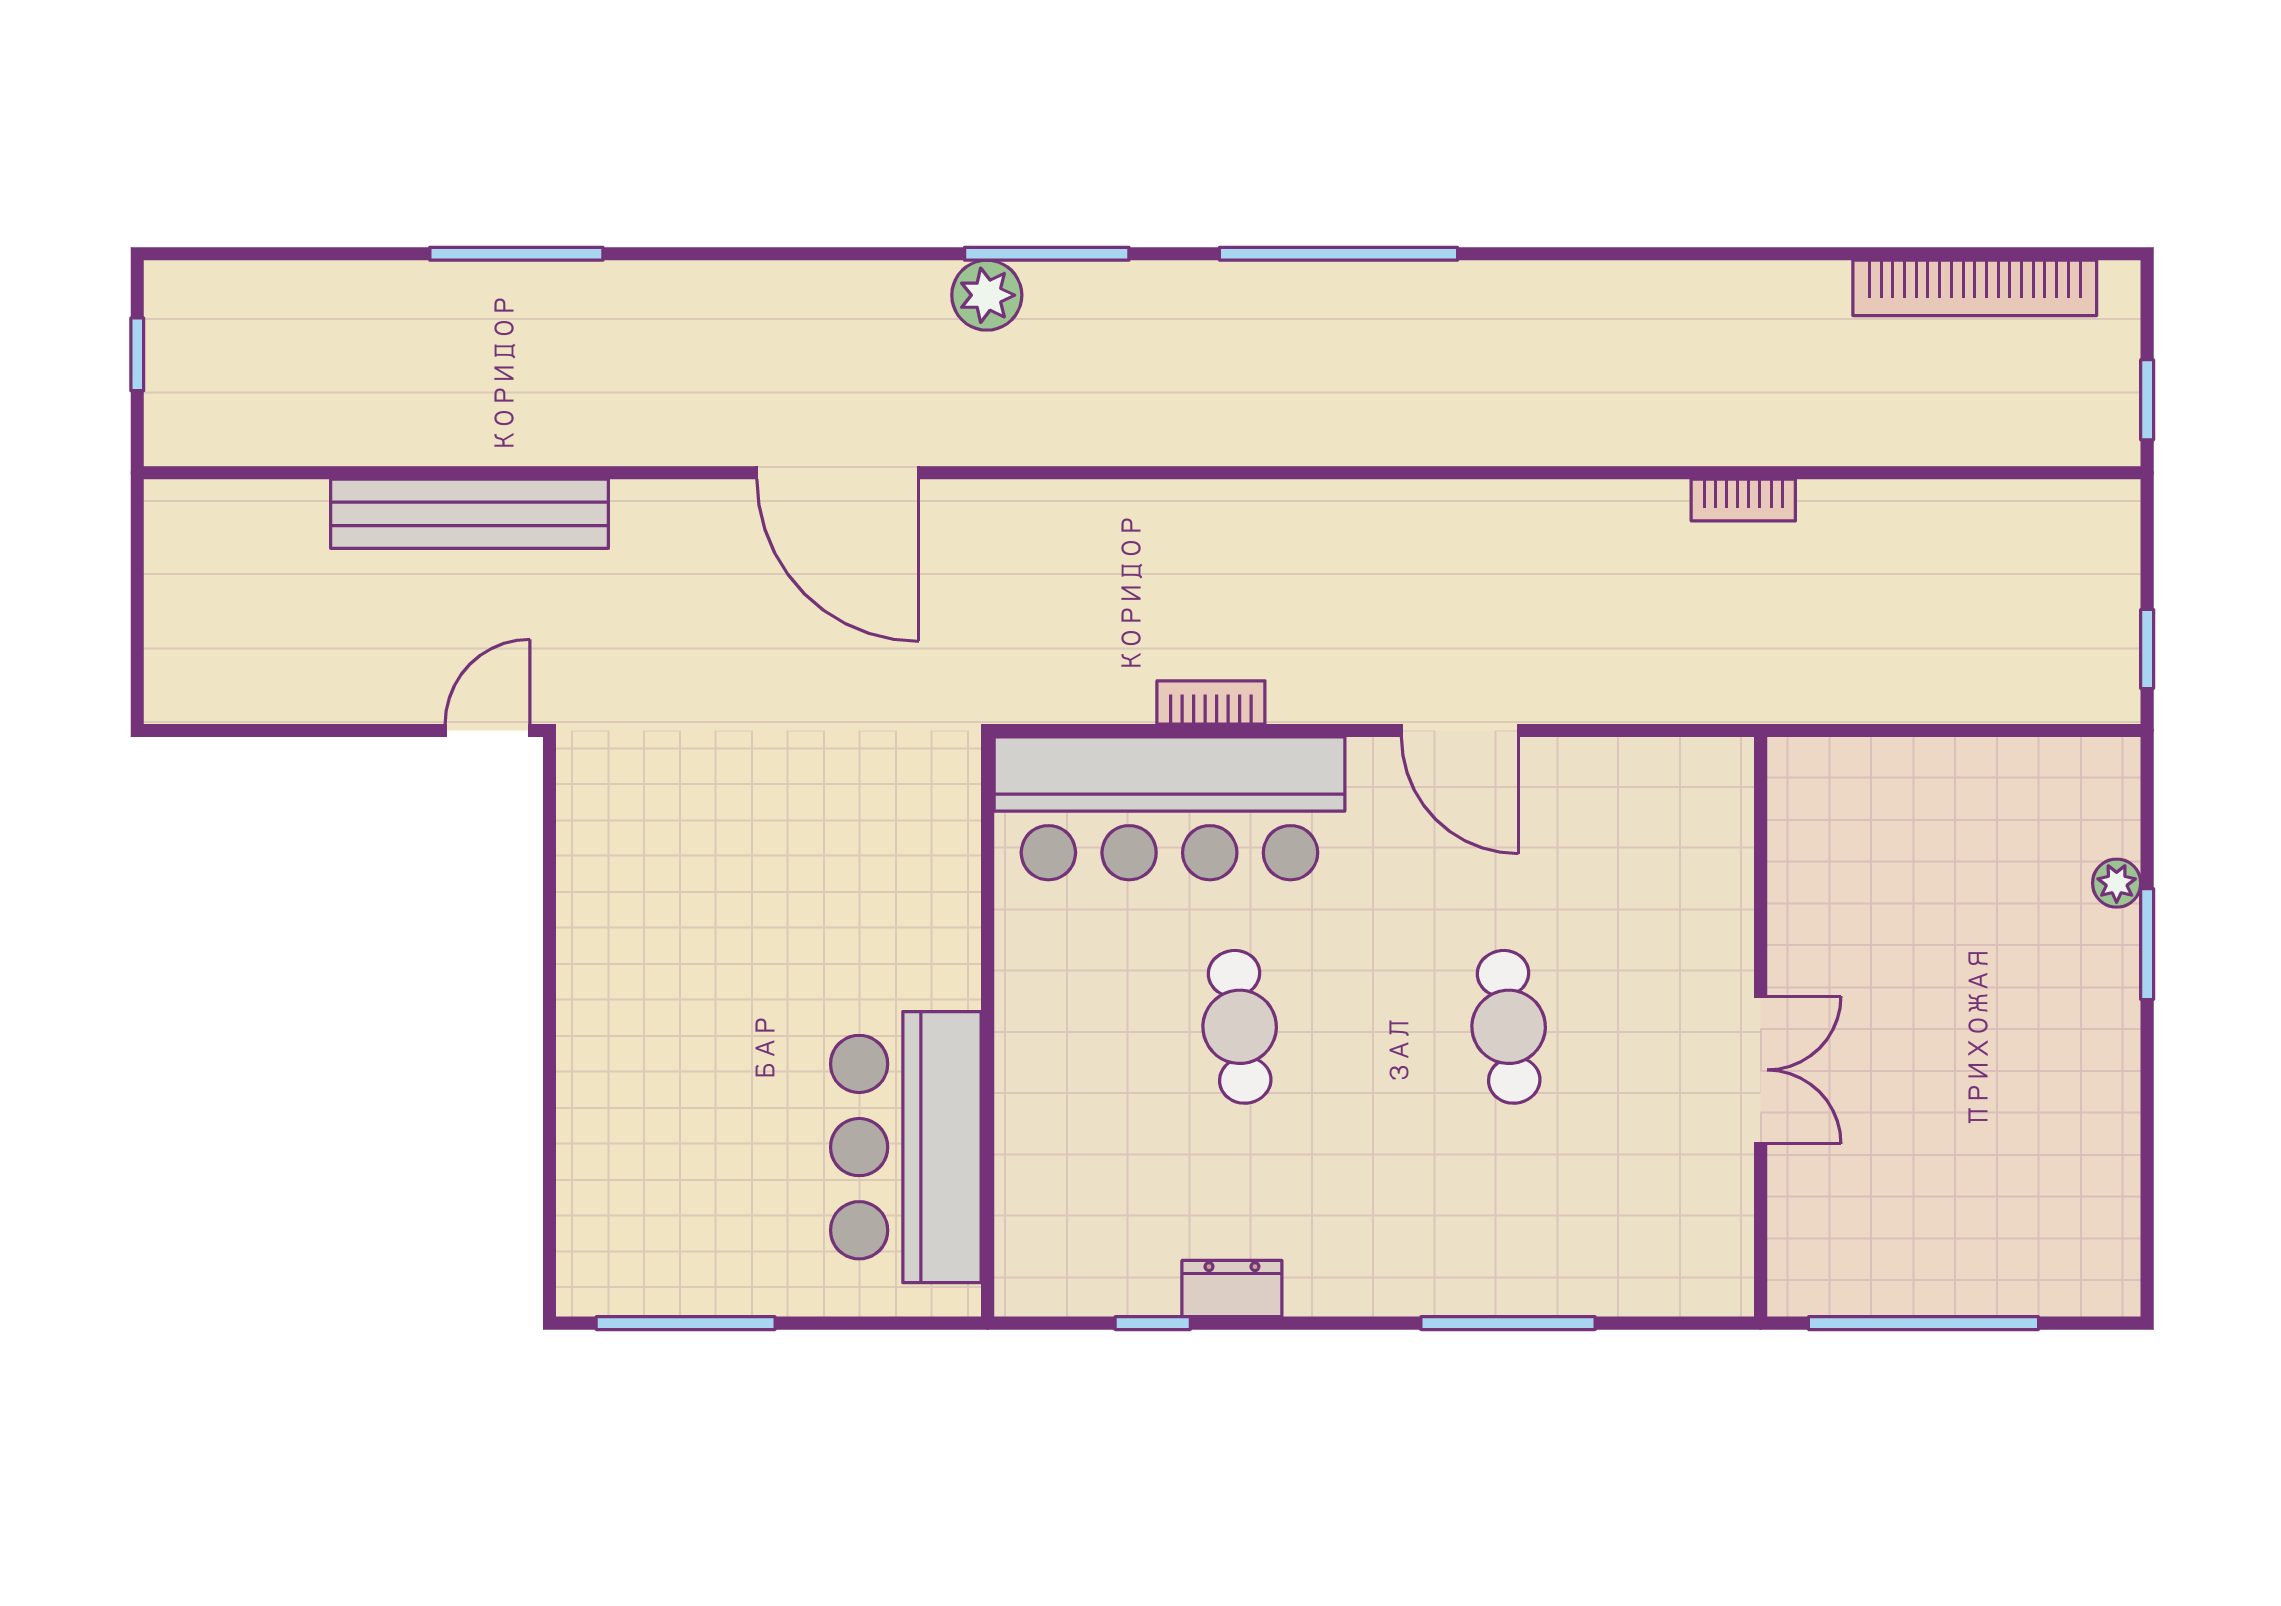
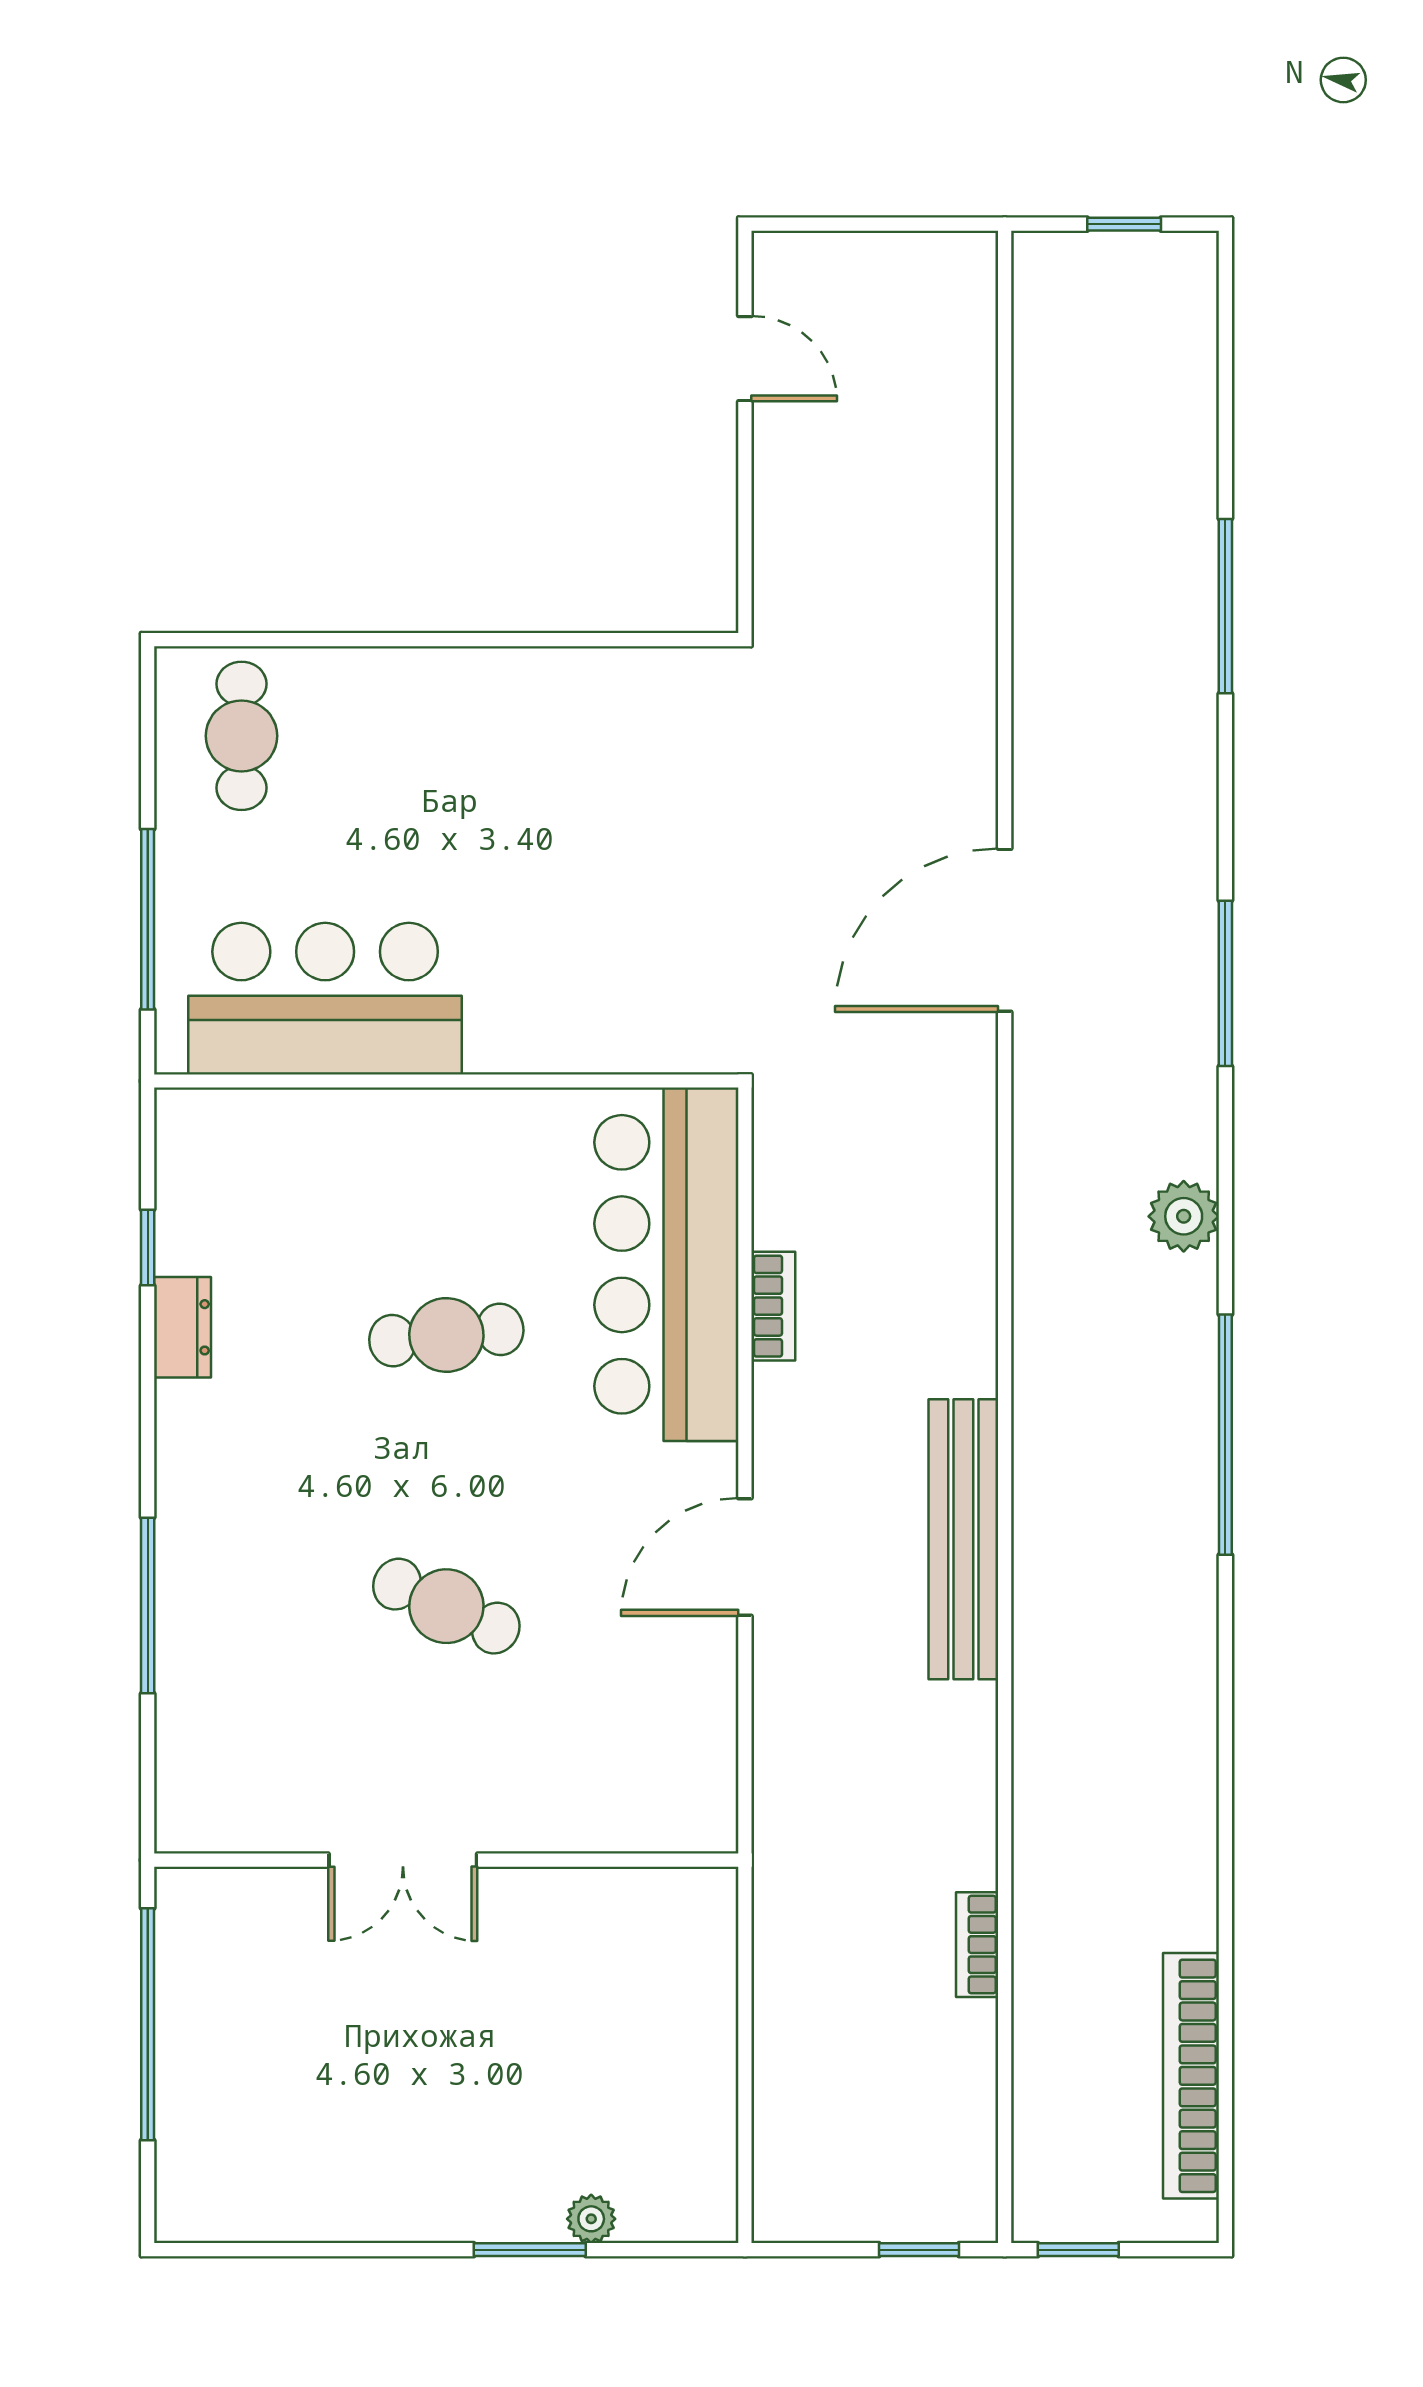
window: (1047, 254) -> (1225, 983), moved
plant: (987, 295) -> (1184, 1216), moved
bookcase: (1743, 500) -> (977, 1945), moved
bench: (469, 514) -> (963, 1539), moved
window: (2147, 649) -> (919, 2250), moved
door: (487, 730) -> (745, 359), moved
cafe table: (1509, 1027) -> (446, 1606), turned 30
cafe table: (645, 1230) -> (241, 736), added
window: (686, 1323) -> (148, 919), moved

